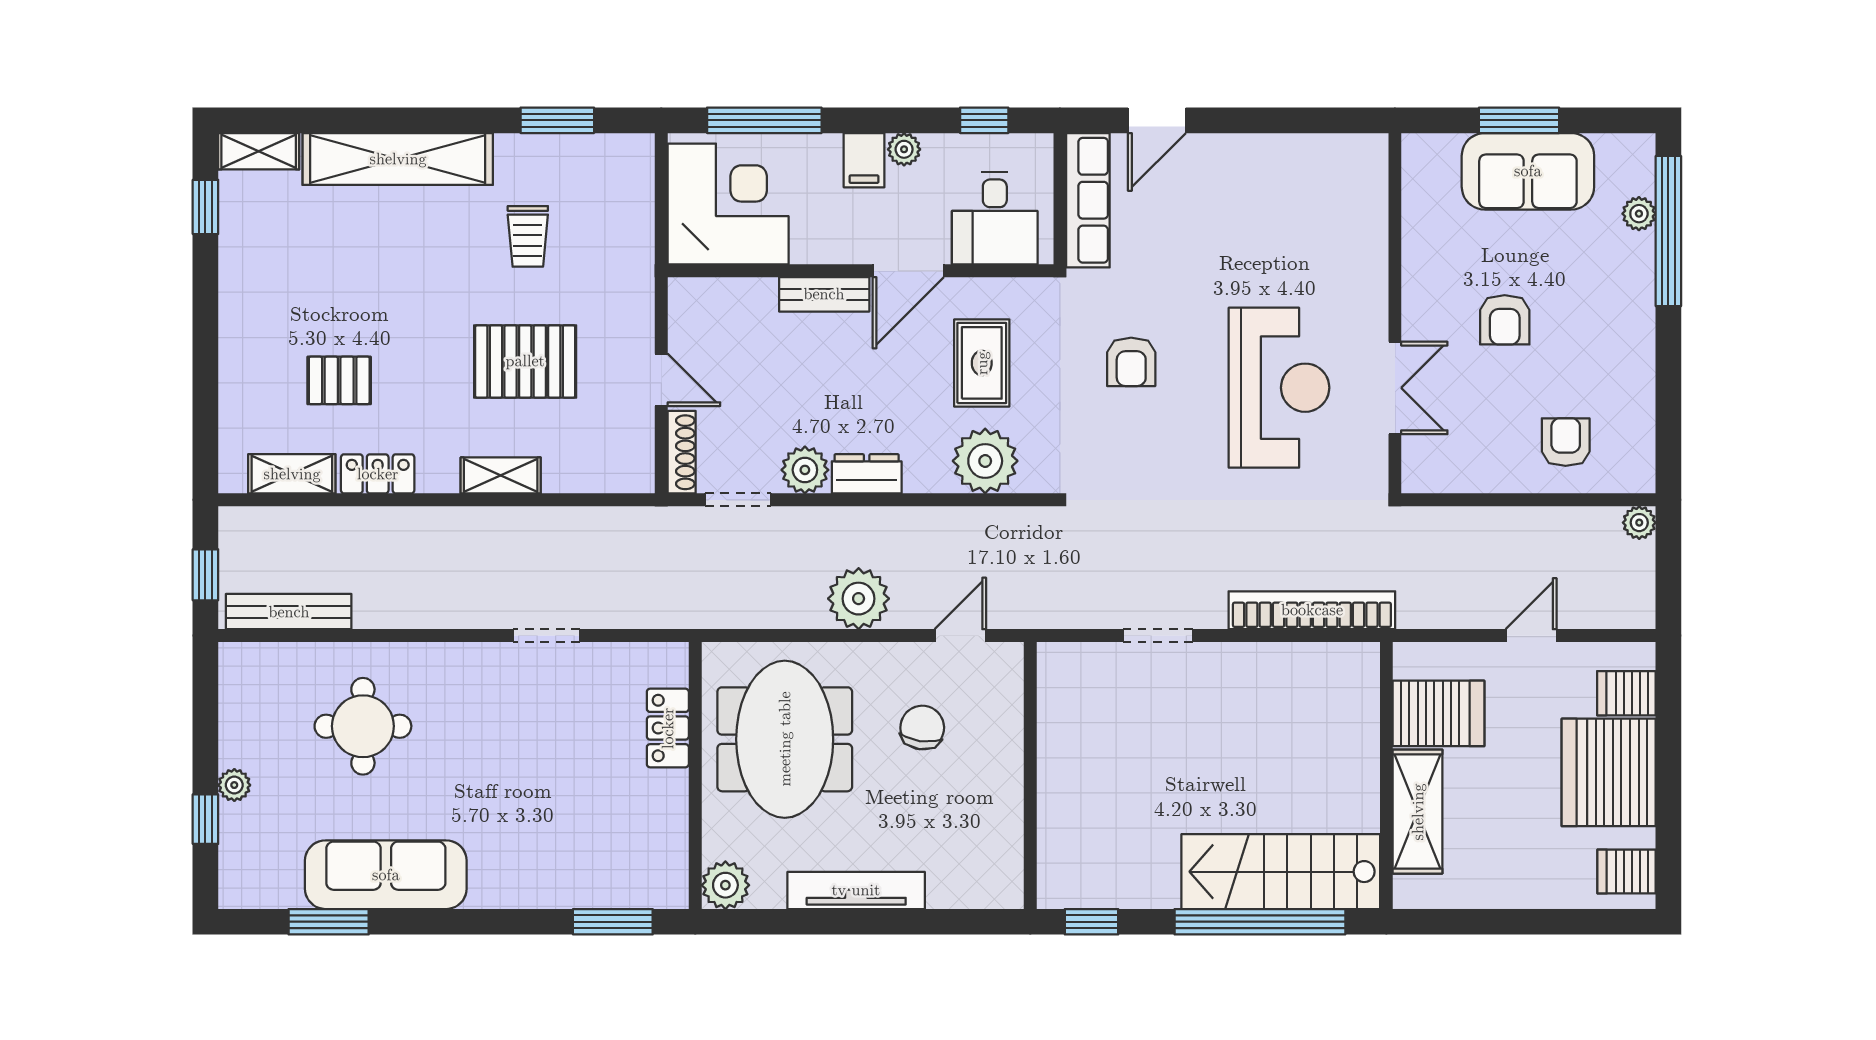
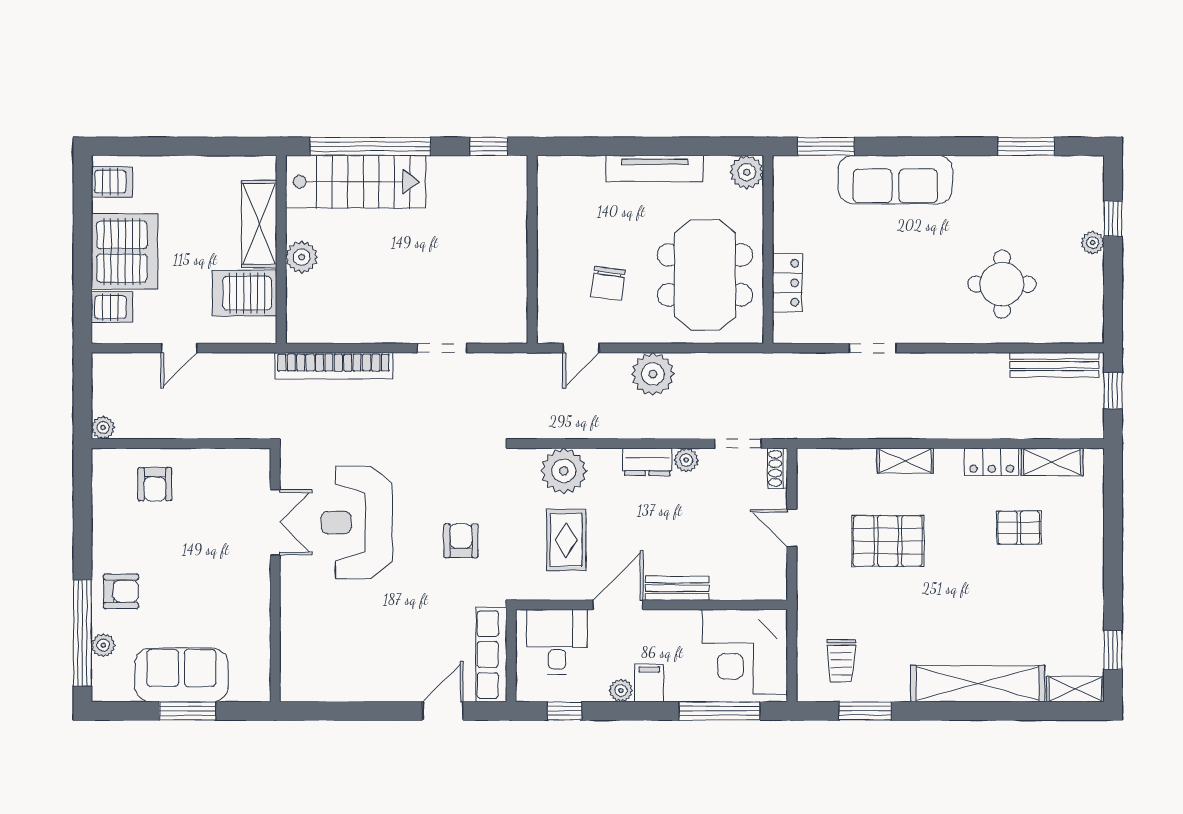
trolley: (528, 236) -> (841, 661), moved, turned 180
armchair: (1505, 320) -> (121, 591), moved, turned 90
double door: (1395, 388) -> (275, 522), swing flipped
shoe rack: (682, 452) -> (778, 468), width x0.70
plant: (805, 470) -> (686, 460), width x0.73, depth x0.73
plant: (1357, 765) -> (302, 257), added
sofa: (386, 875) -> (895, 180), moved

